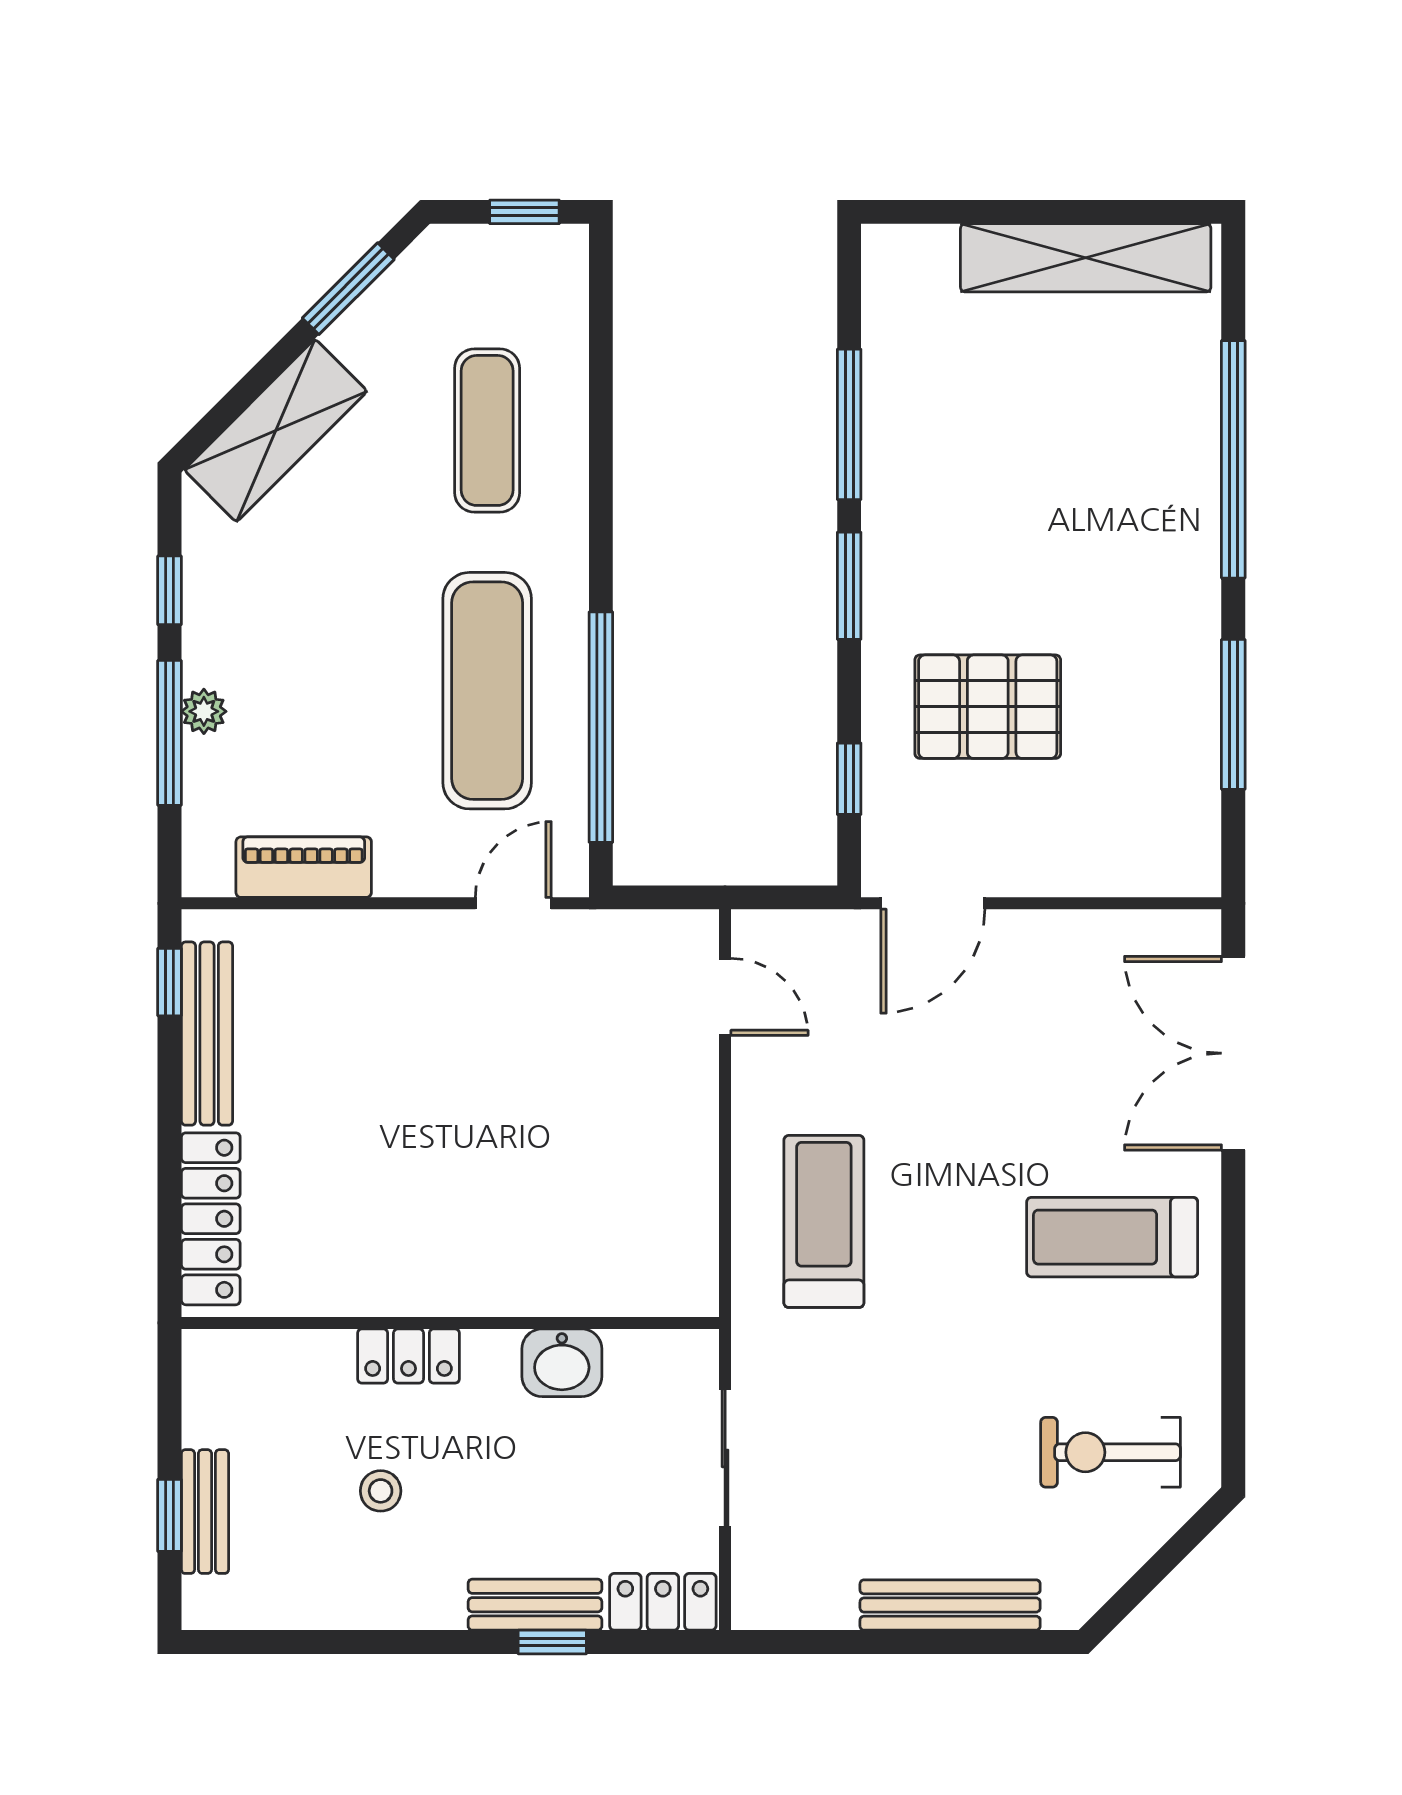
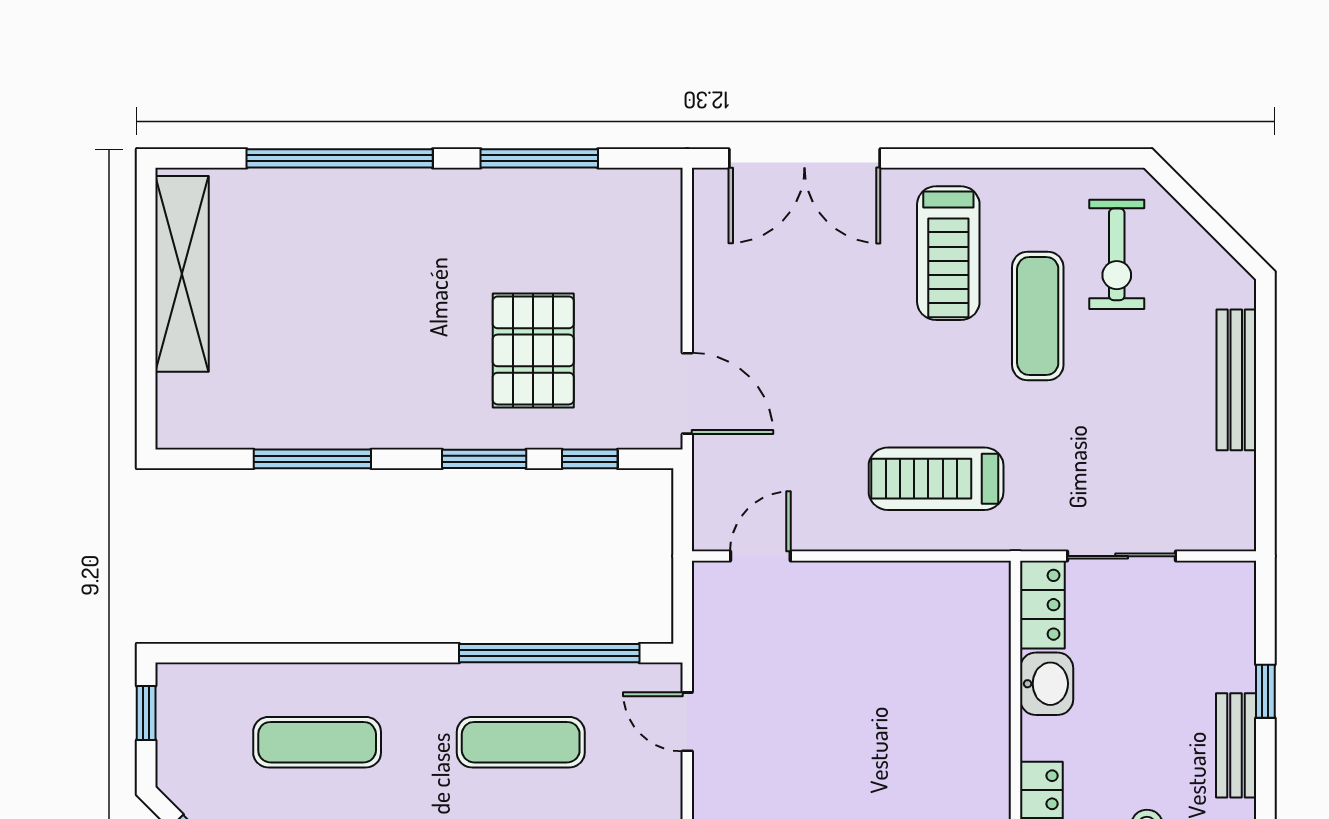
window: (849, 586) -> (484, 459), moved
exercise mat: (487, 691) -> (521, 742), width x0.73, depth x0.69
exercise mat: (1032, 1351) -> (1038, 316), added
locker: (663, 1602) -> (1042, 605), moved, turned 180
bench: (535, 1605) -> (1236, 745), moved

